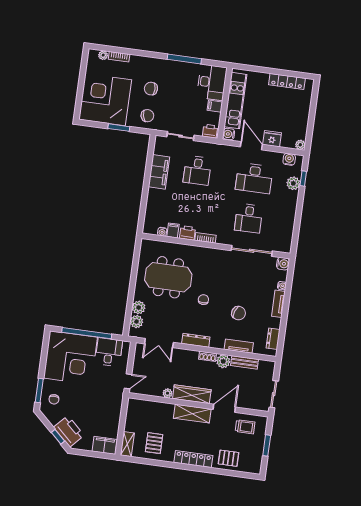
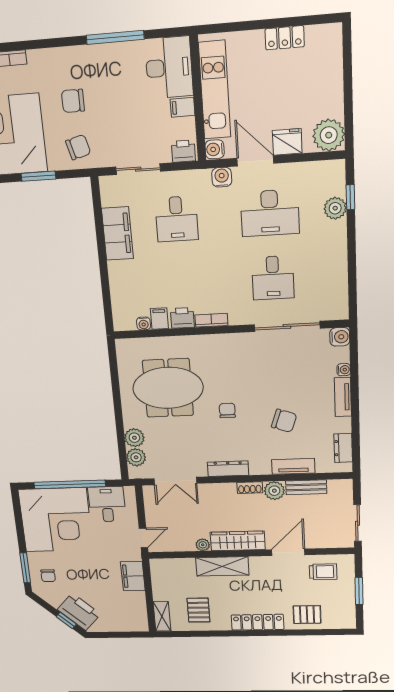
locker: (287, 82) -> (285, 38), width x0.66
plant: (300, 145) -> (329, 135), width x1.87, depth x1.87
water cooler: (289, 159) -> (222, 177), moved
shelving: (192, 414) -> (222, 566), moved
filing cabinet: (105, 445) -> (133, 576), moved, turned -90

